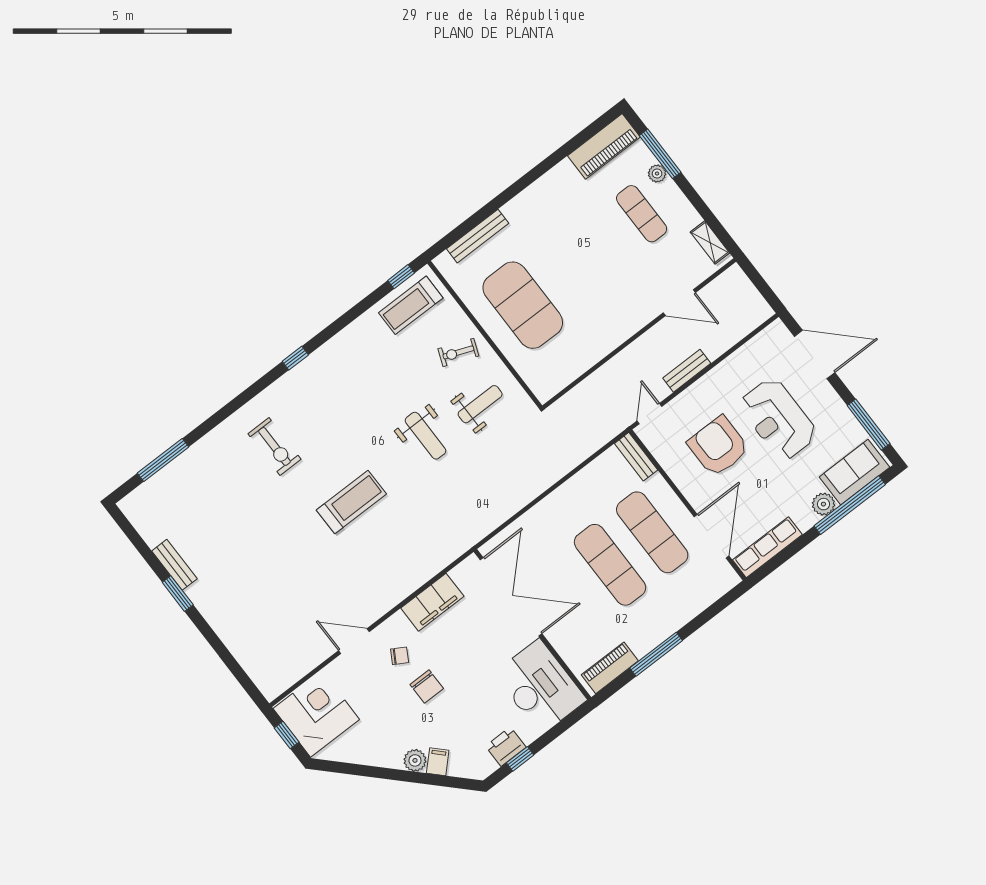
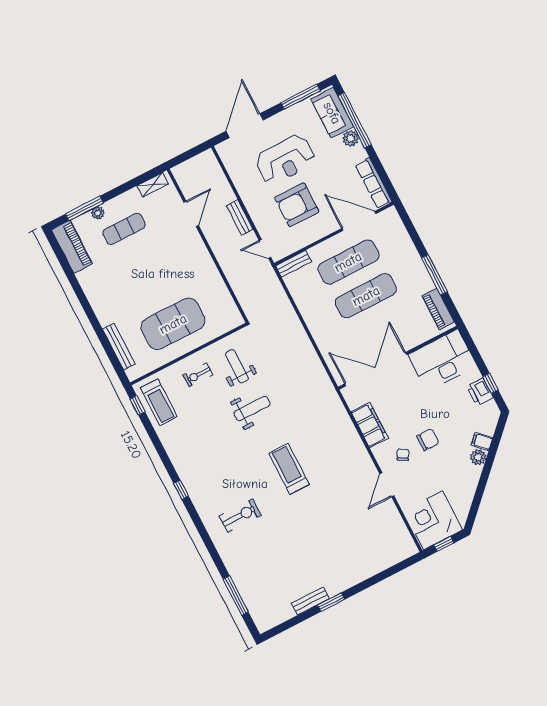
exercise bike: (458, 352) -> (198, 375), turned 69

